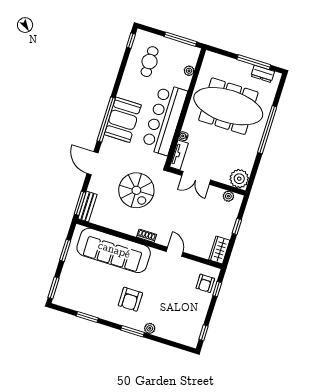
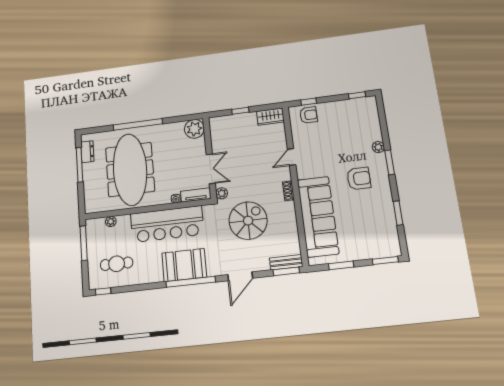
plant: (228, 196) -> (222, 193), moved

